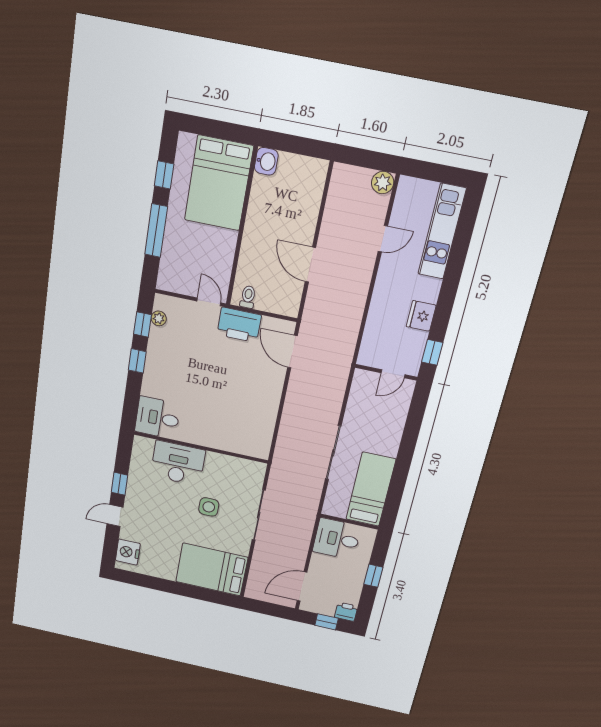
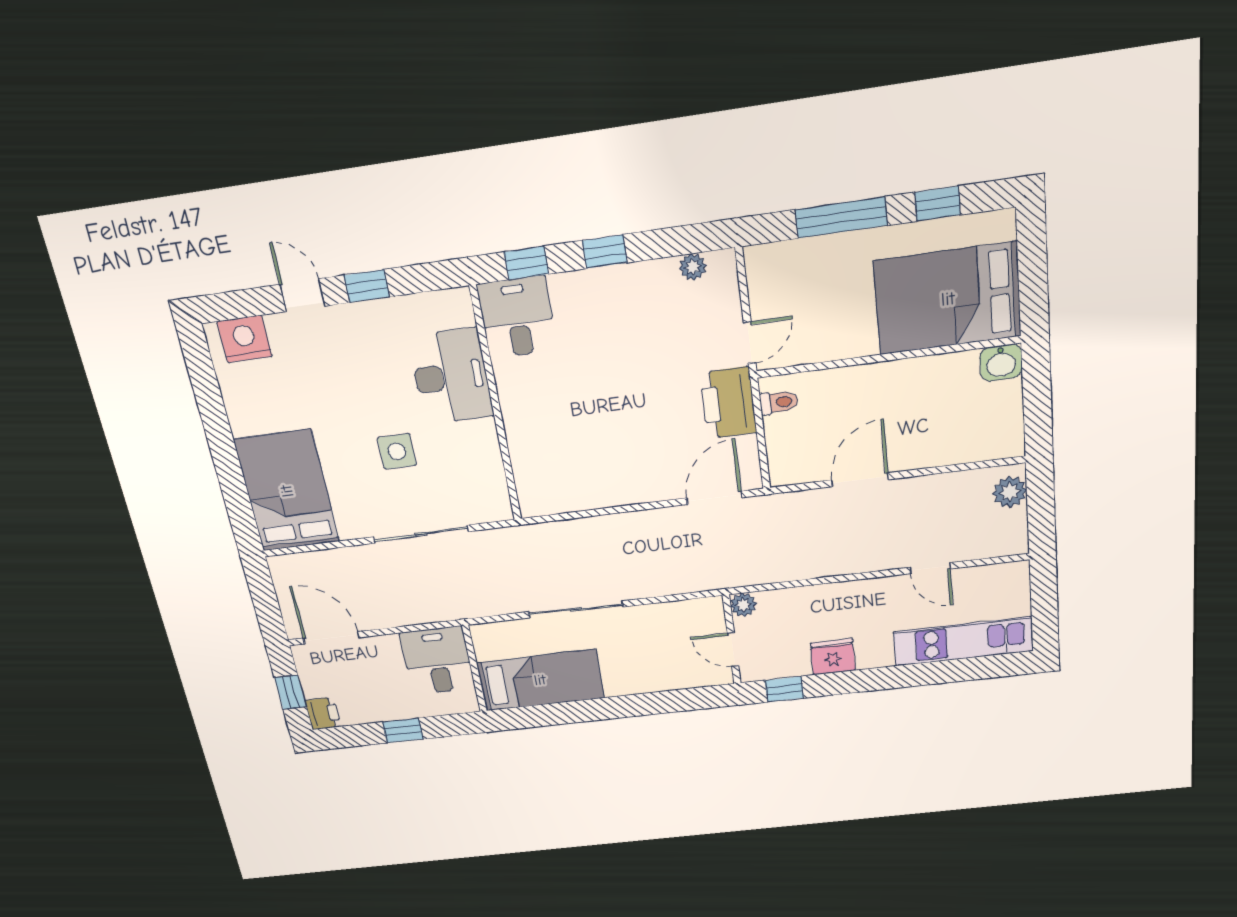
plant: (383, 183) -> (1010, 492), moved
window: (143, 325) -> (526, 263), moved
plant: (366, 358) -> (743, 605), added

